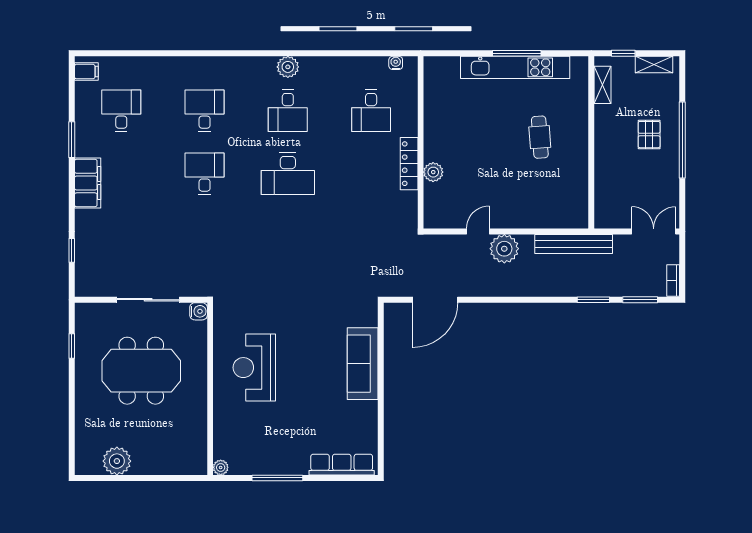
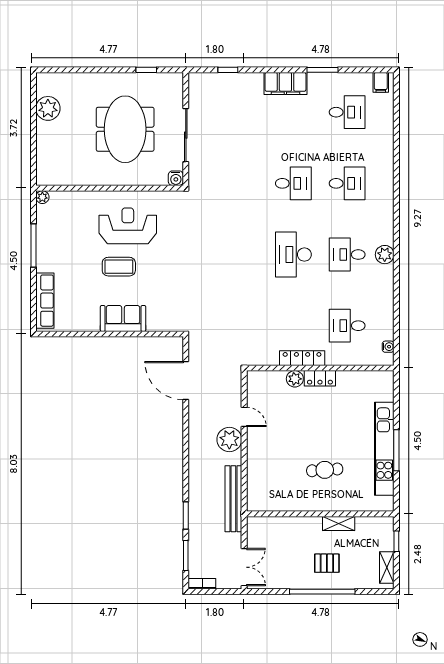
shelving: (603, 85) -> (339, 523), moved
locker: (433, 143) -> (320, 378), added
sofa: (363, 364) -> (123, 318), width x0.73
coffee table: (302, 378) -> (119, 267), added

